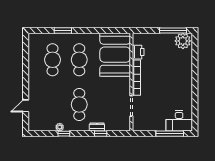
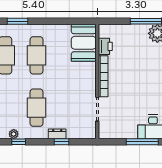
booth: (115, 55) -> (84, 43), width x0.73, depth x0.70

